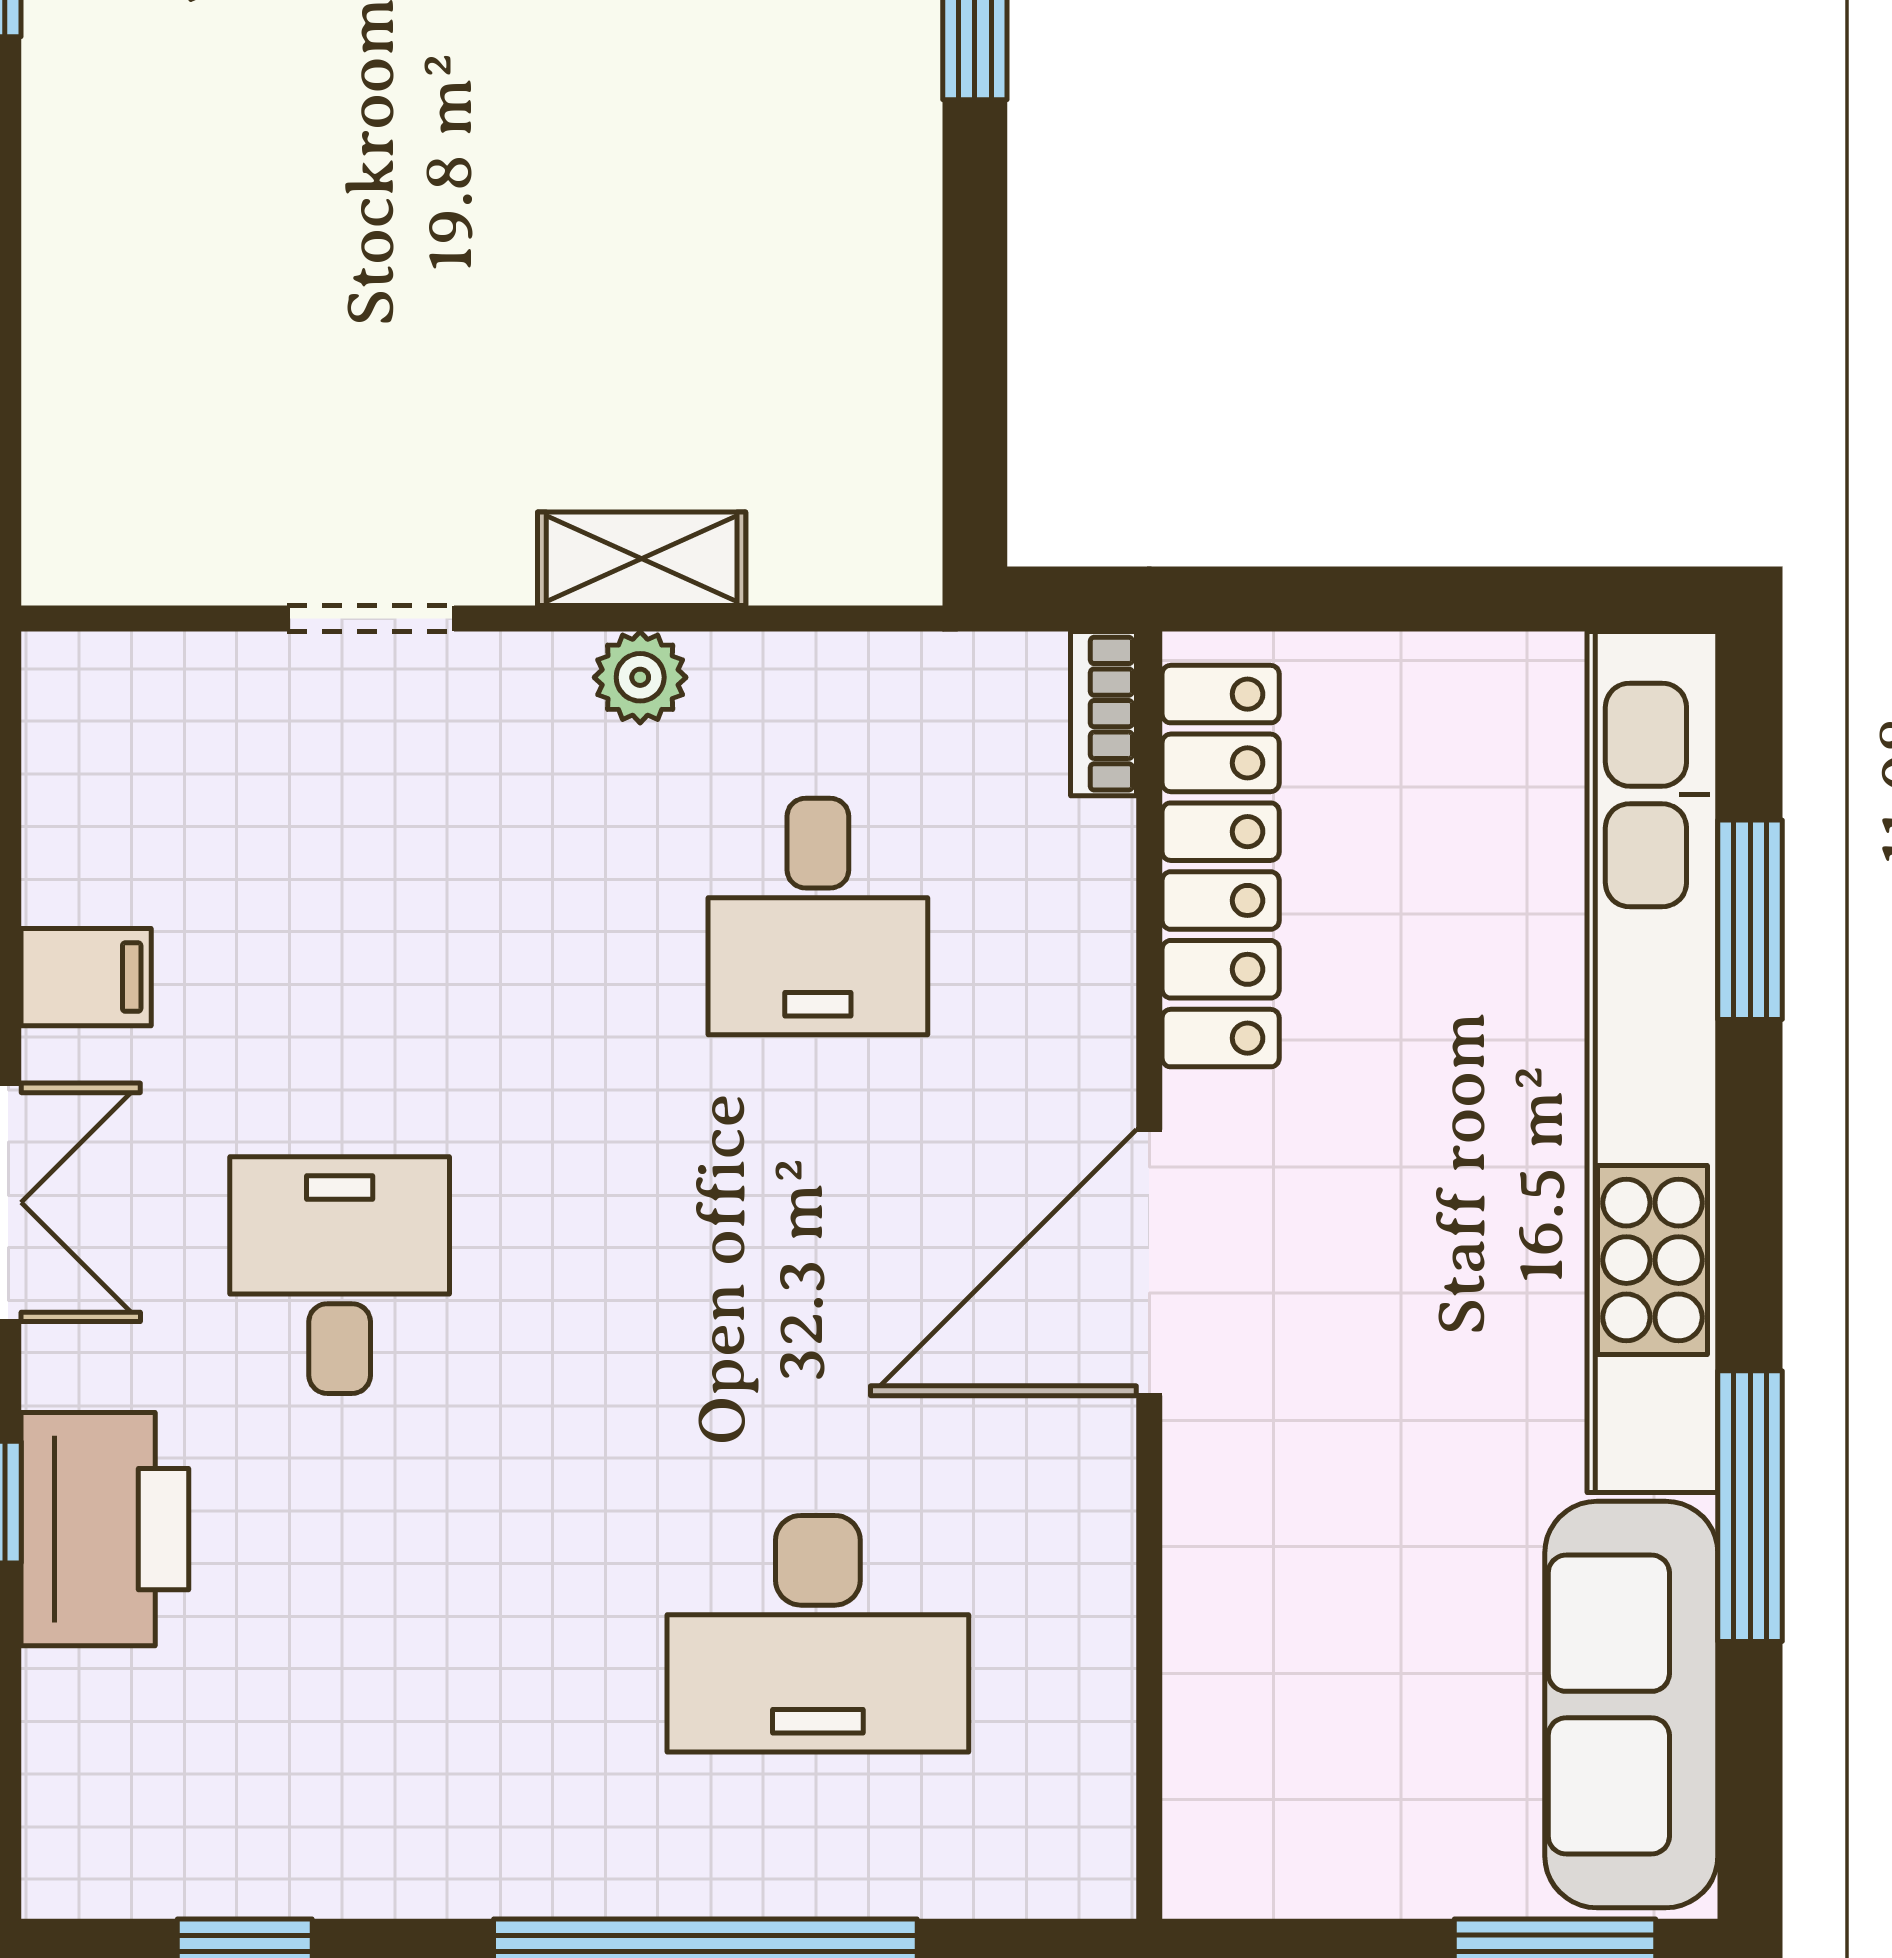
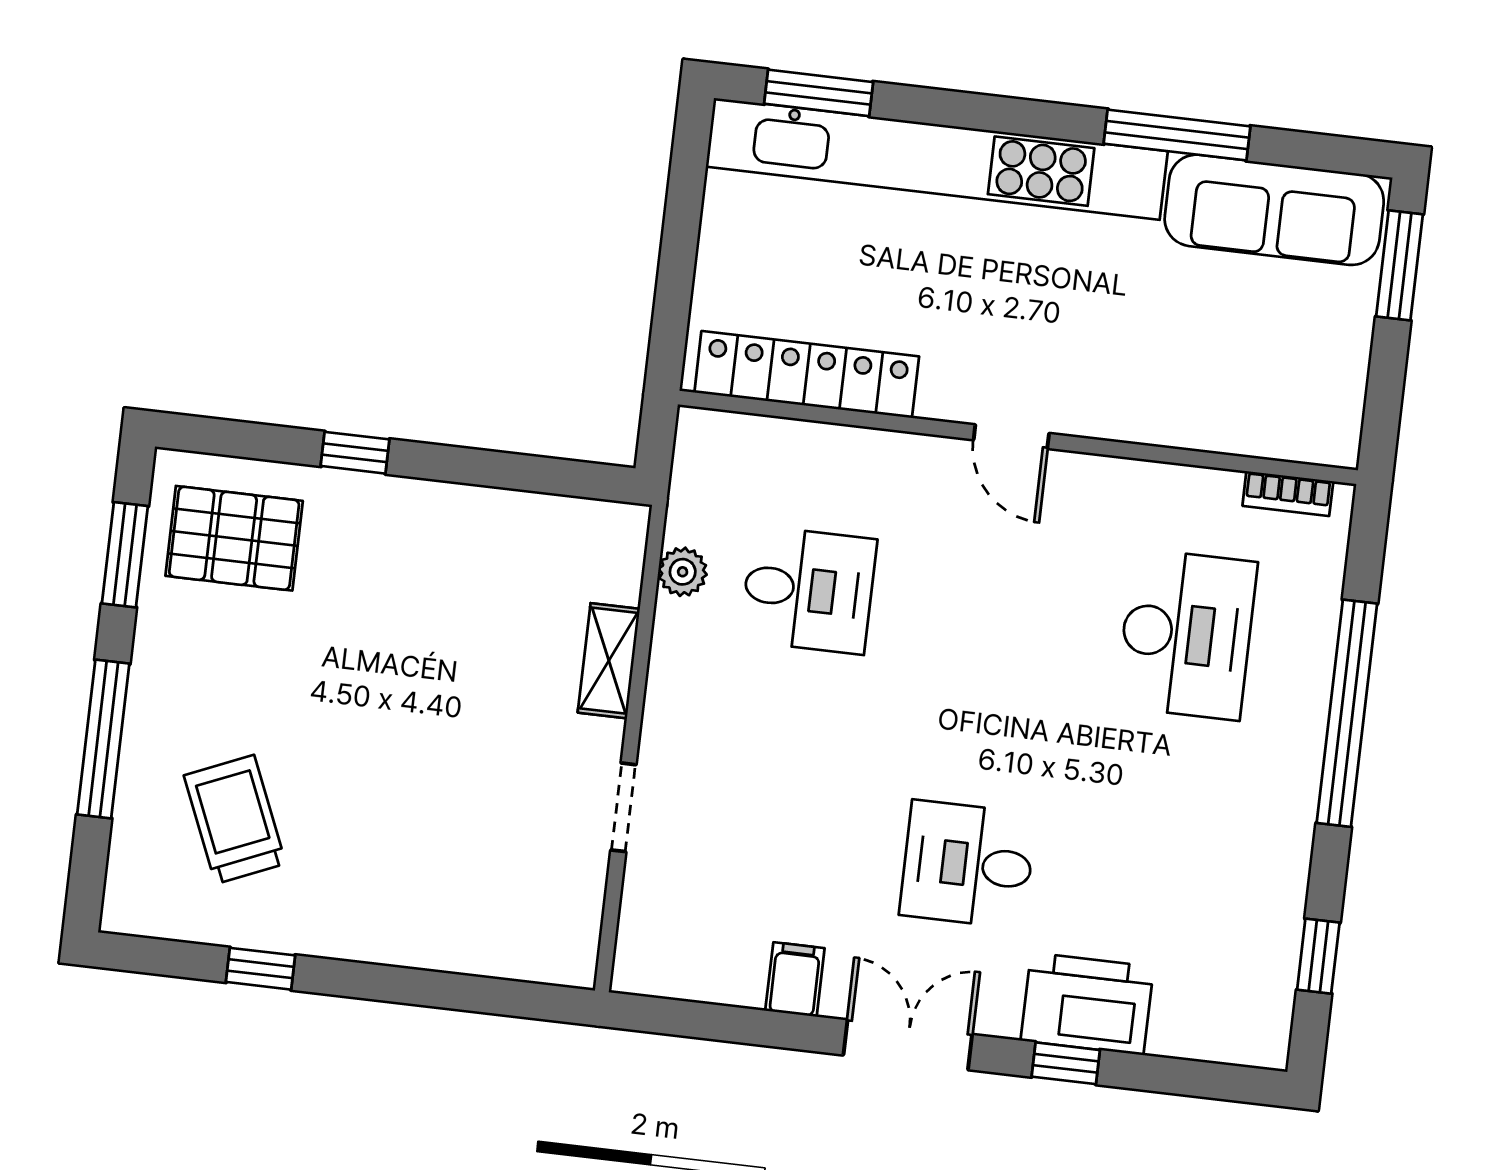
plant: (640, 677) -> (683, 572), moved
bookcase: (1103, 714) -> (1288, 494), moved
window: (1750, 920) -> (819, 93), moved
door: (1149, 1263) -> (1011, 437), width x0.53

